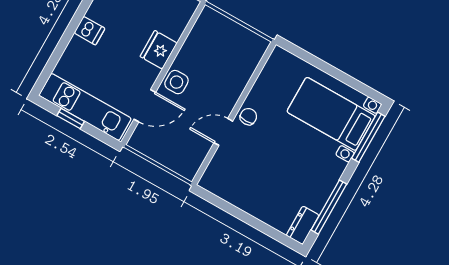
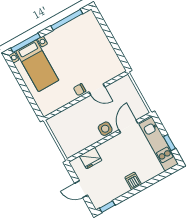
fridge: (159, 50) -> (91, 158), moved
door: (145, 106) -> (128, 126), hinge flipped
dresser: (303, 225) -> (85, 19), removed

